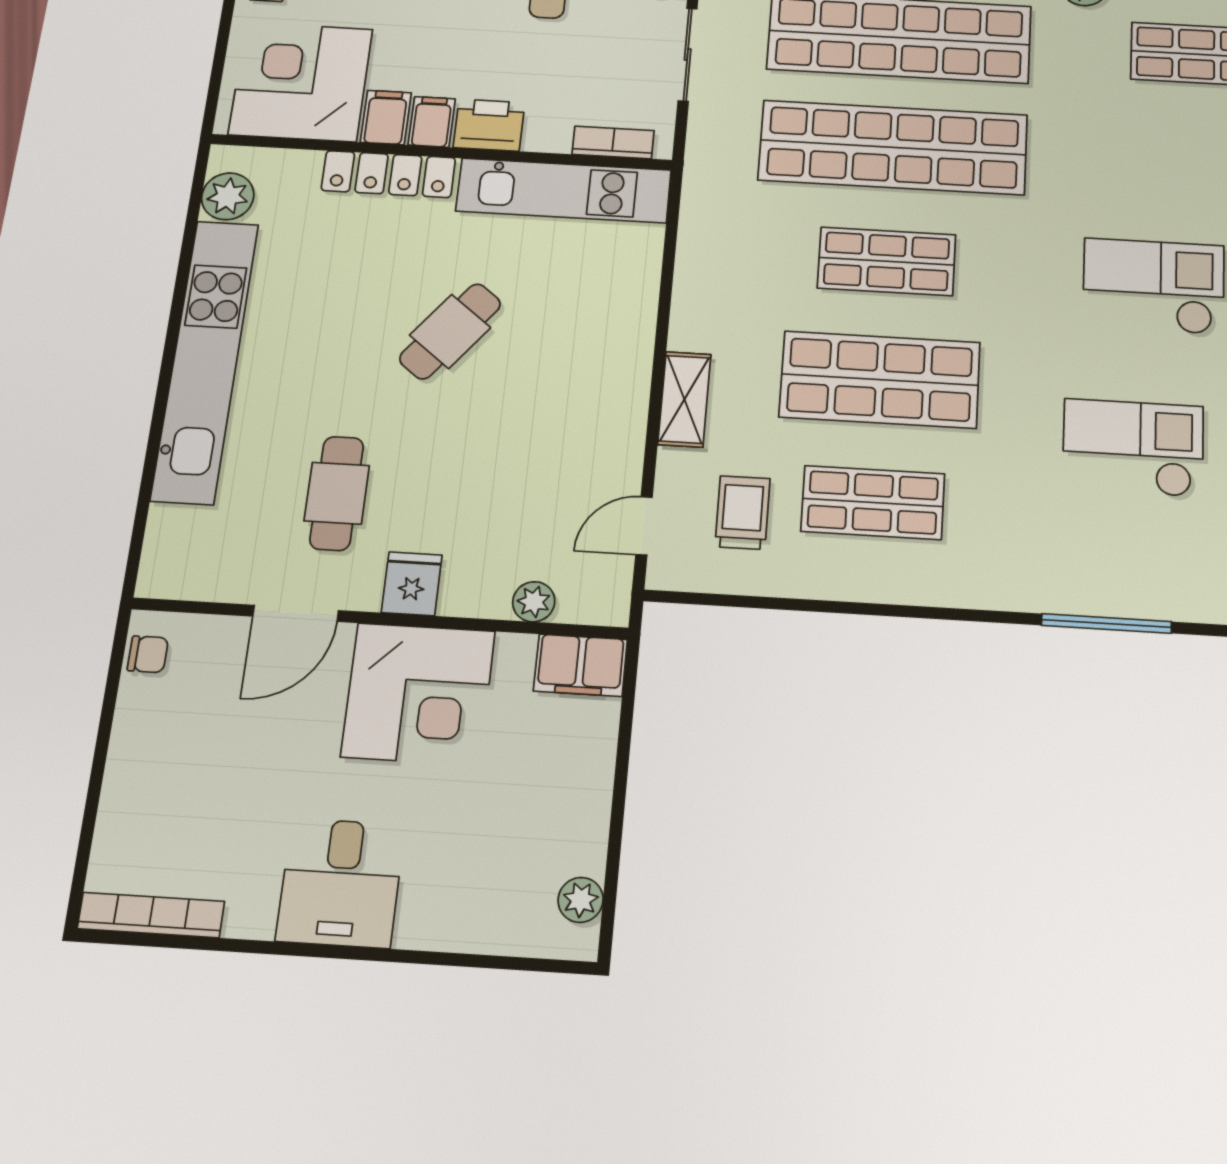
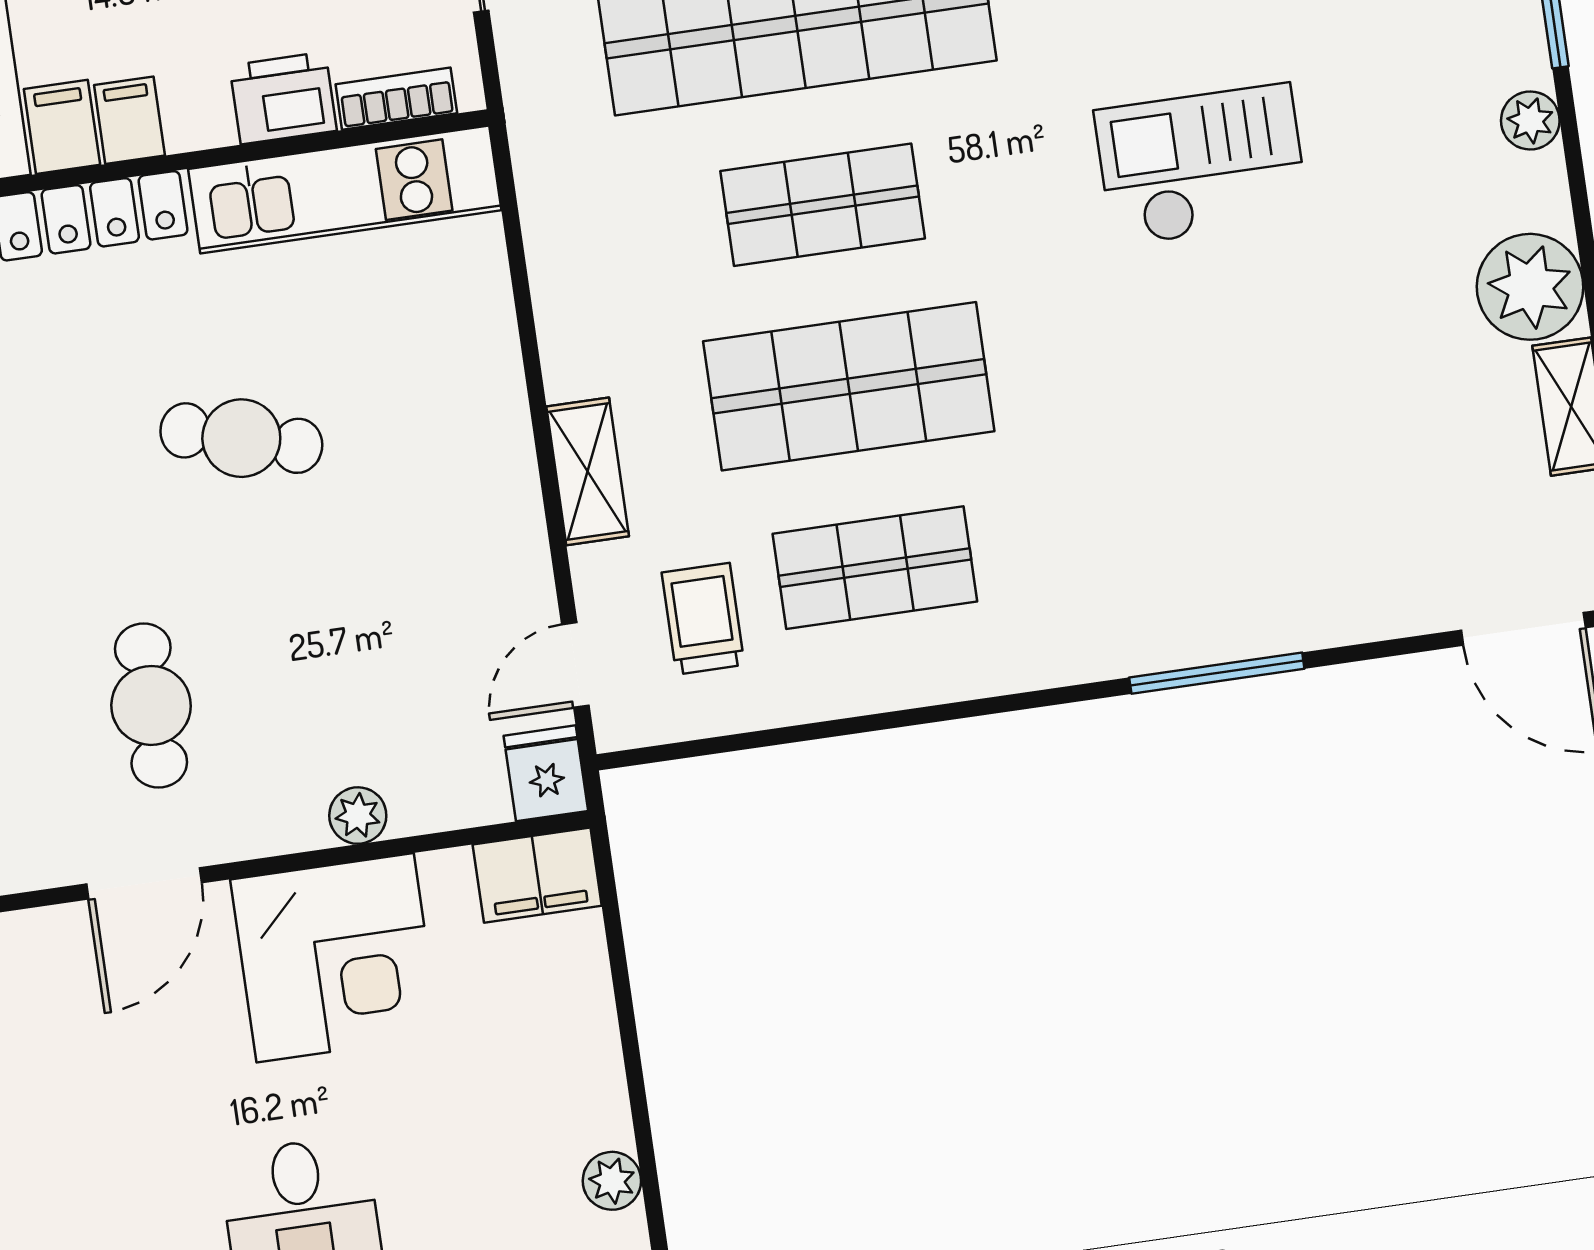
printer: (489, 125) -> (283, 98), moved
cafe table: (450, 331) -> (241, 438), turned 68
checkout: (1133, 448) -> (1212, 415), removed
fridge: (412, 584) -> (546, 773), moved
plant: (534, 602) -> (358, 816), moved

